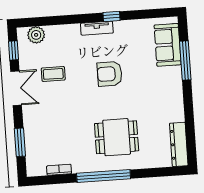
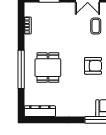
armchair: (110, 74) -> (93, 66), turned 90
window: (104, 176) -> (21, 69), moved

